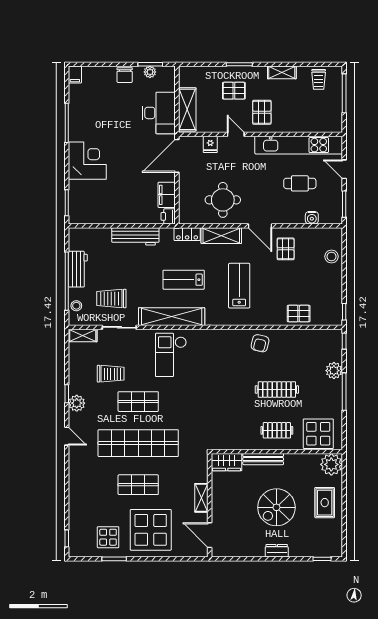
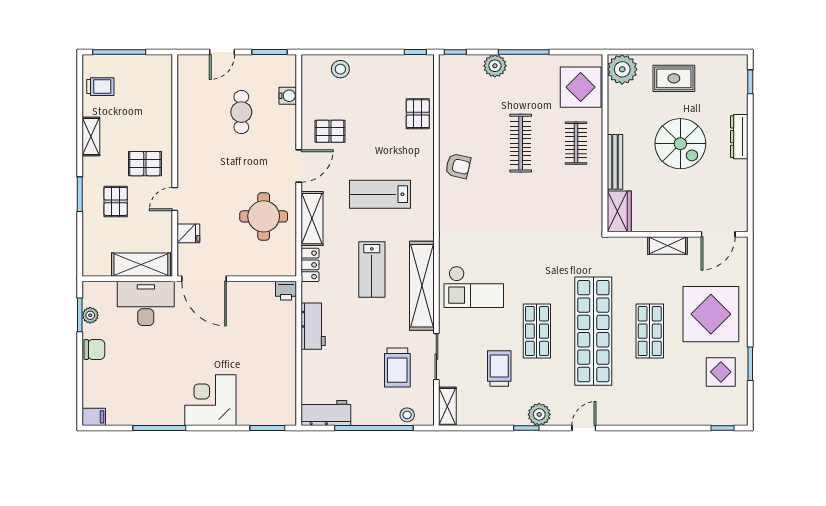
kitchen unit: (299, 145) -> (189, 114), removed
filing cabinet: (167, 195) -> (257, 293), removed
workbench: (135, 236) -> (313, 326), width x0.73
workbench: (78, 269) -> (326, 413), moved
dresser: (277, 551) -> (739, 137), width x1.44

